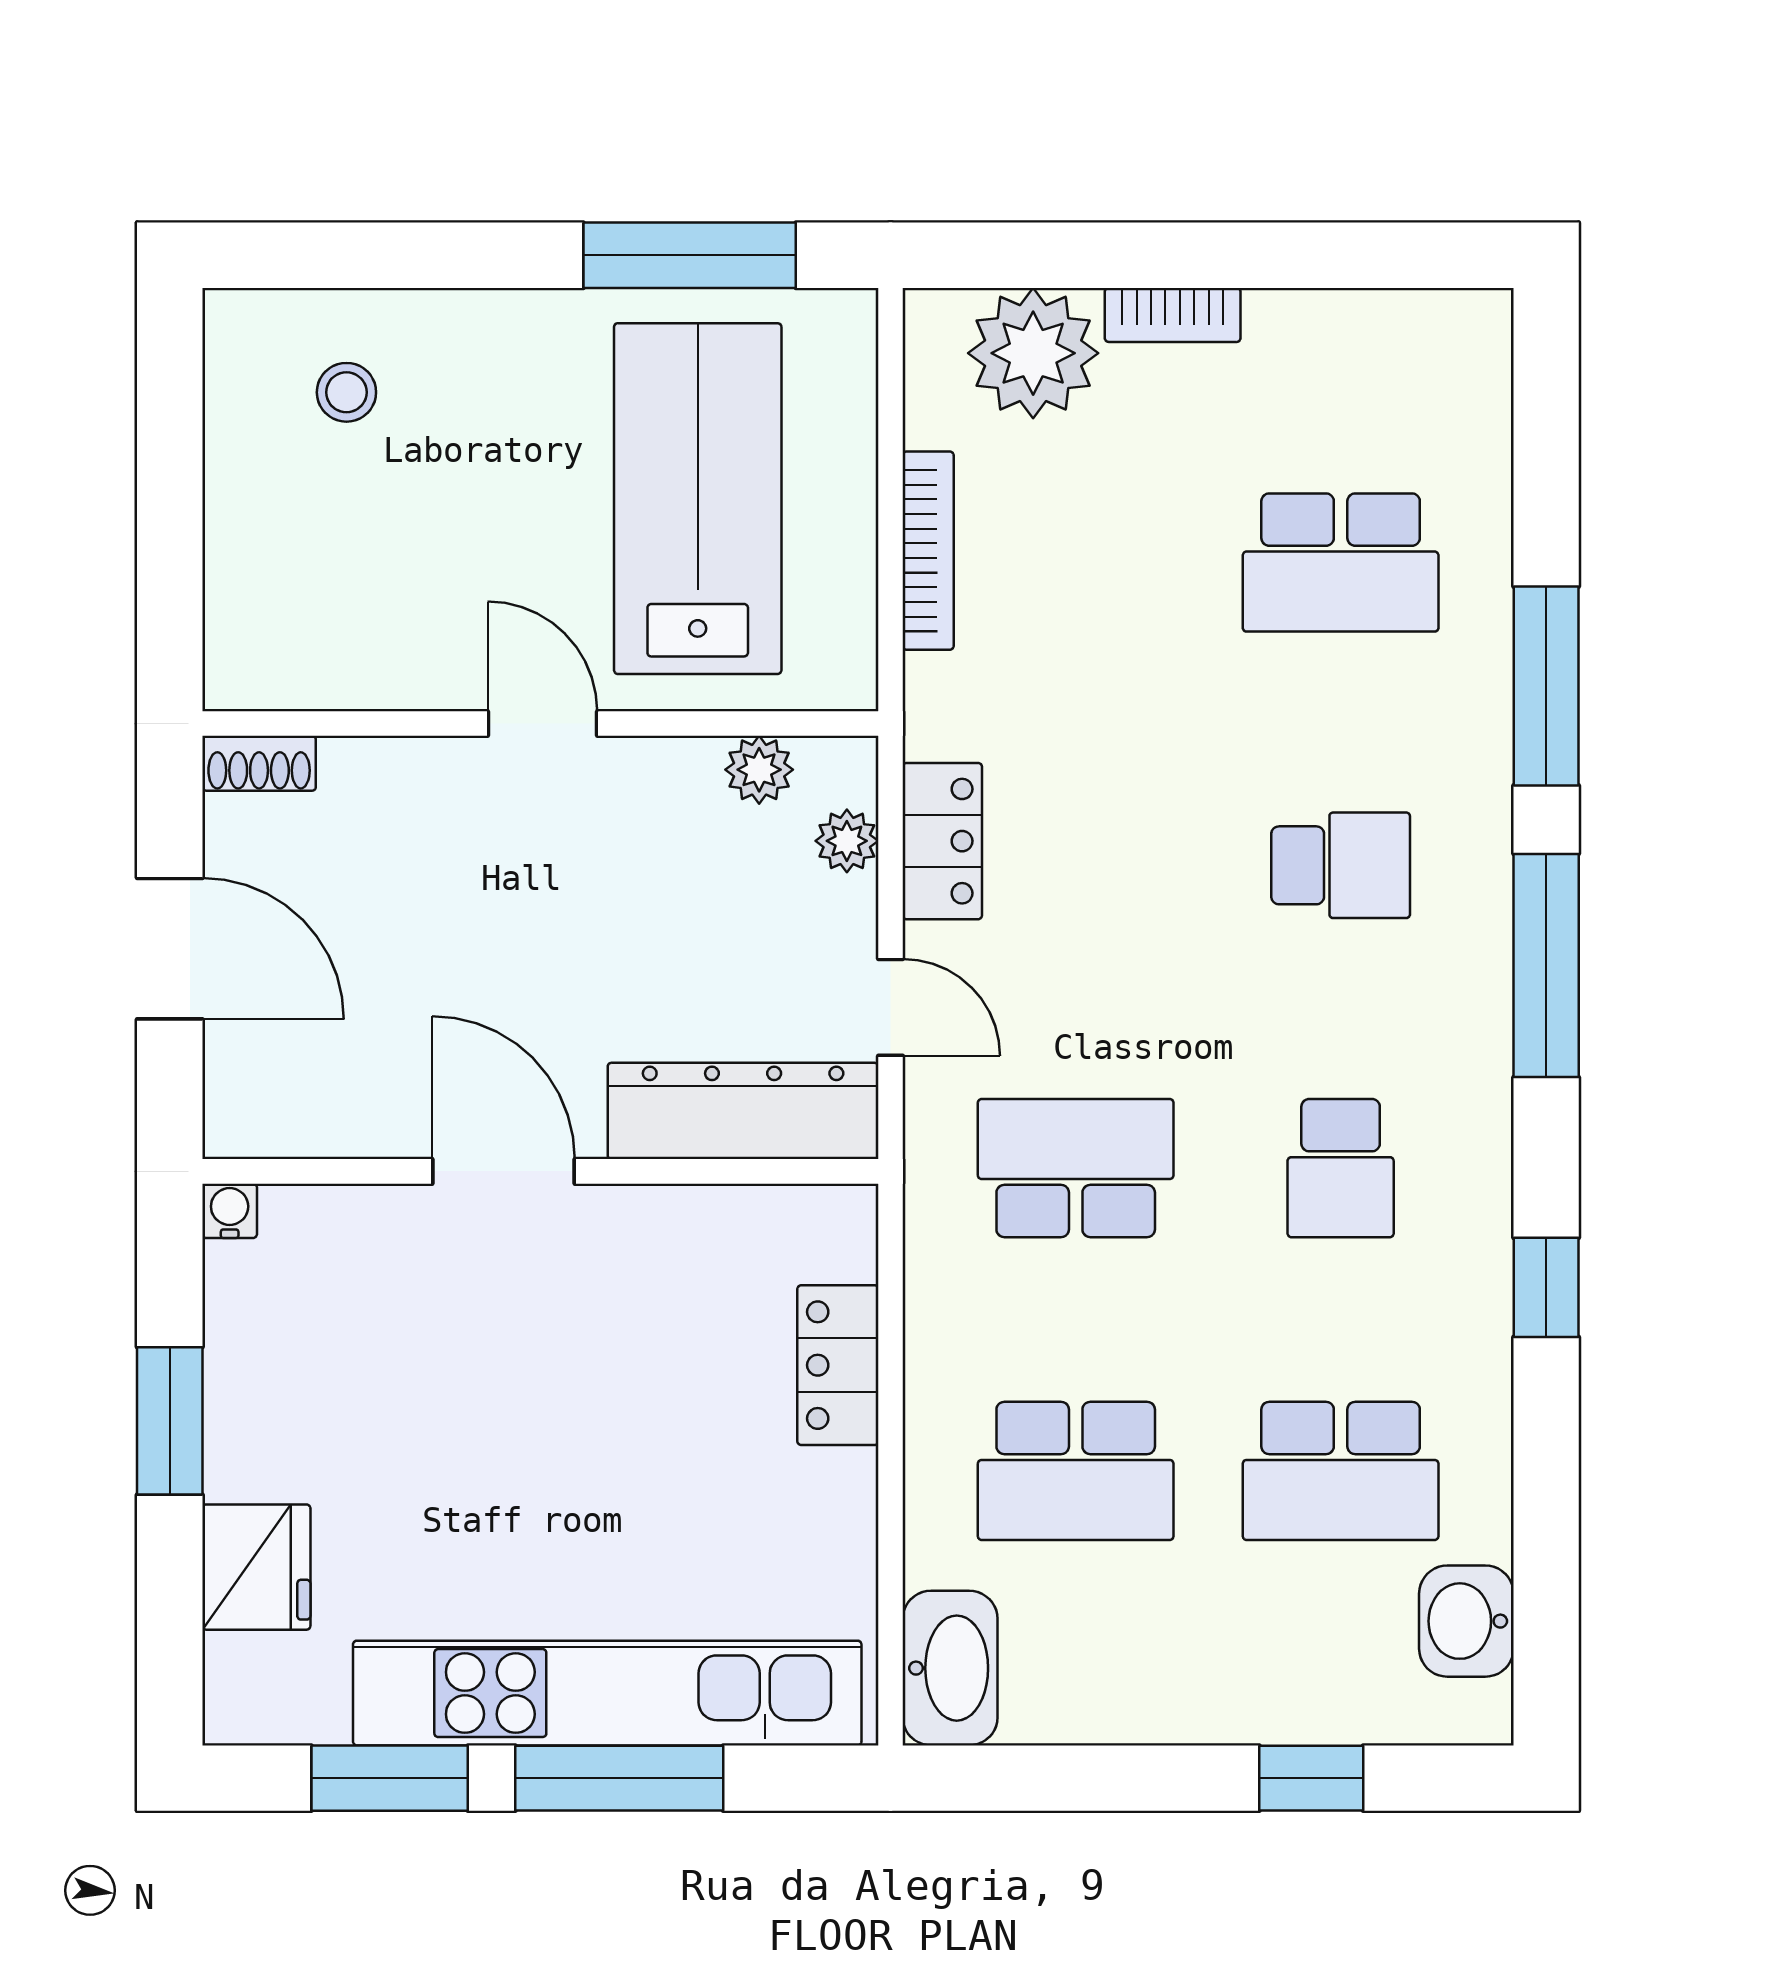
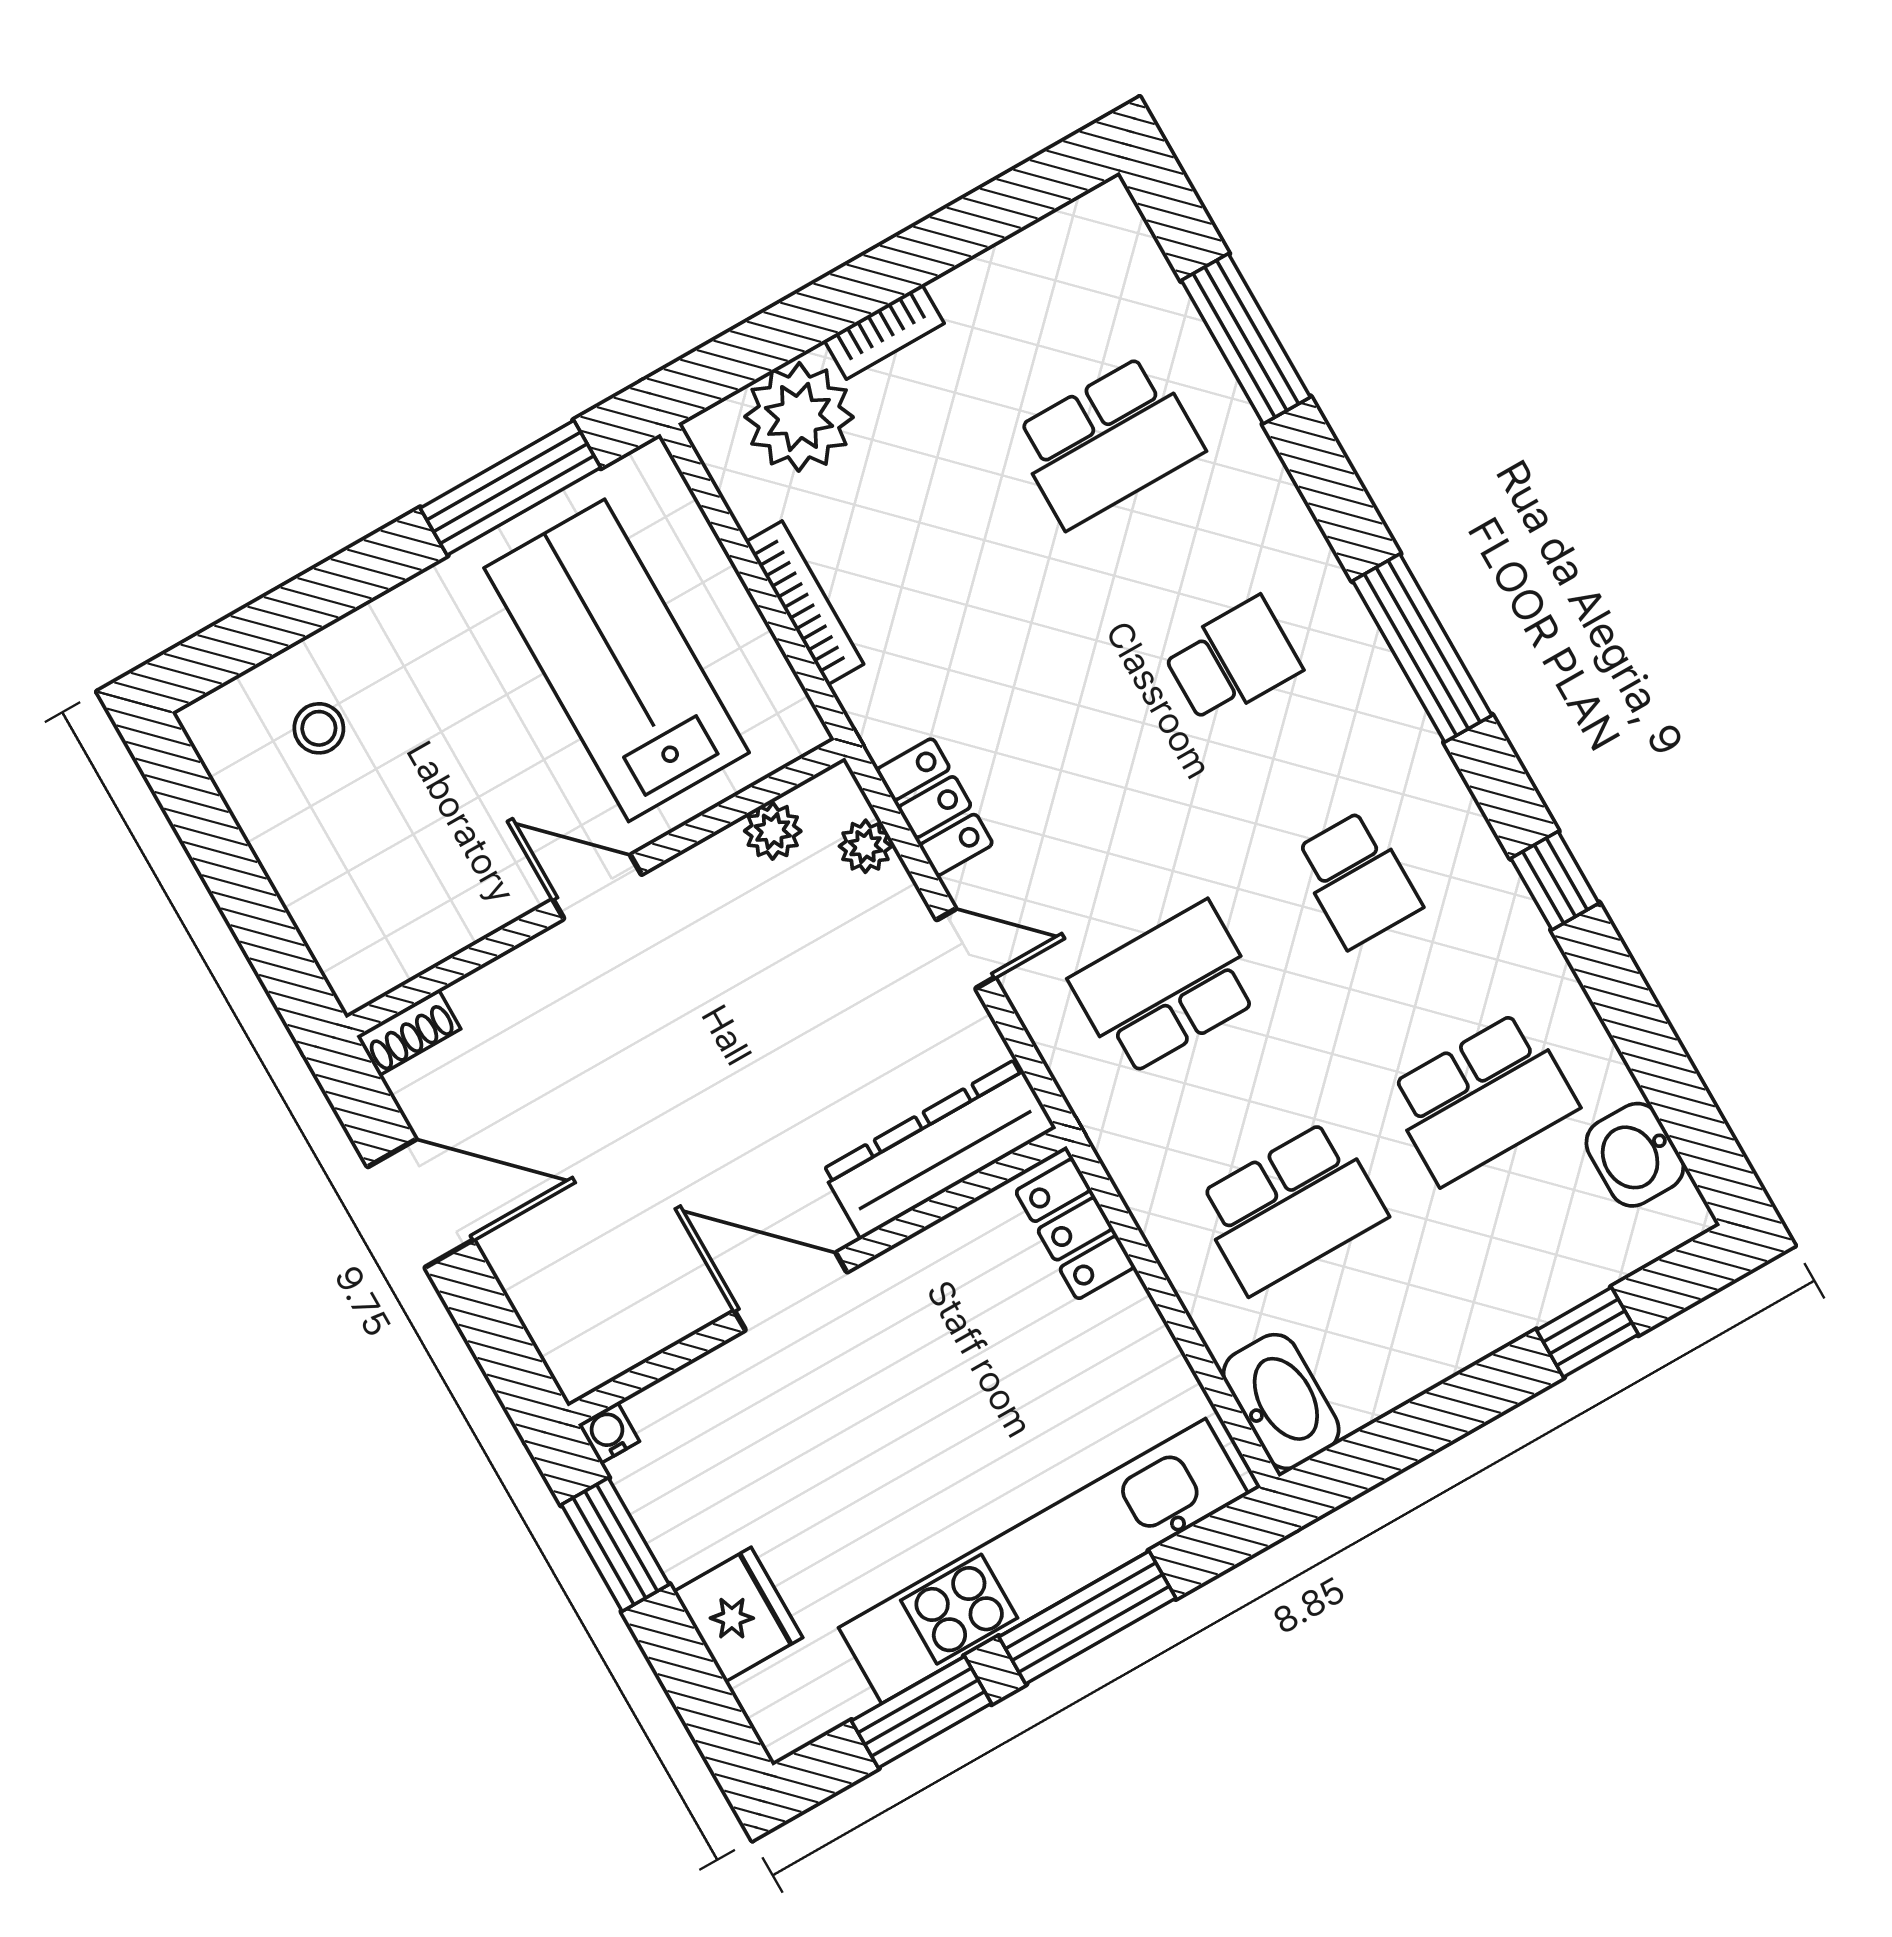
window: (1546, 686) -> (1246, 339), moved
dresser: (743, 1111) -> (939, 1149), moved
door: (504, 1171) -> (791, 1291), moved
wall: (540, 1171) -> (817, 1276), moved
water cooler: (230, 1211) -> (609, 1433), moved

